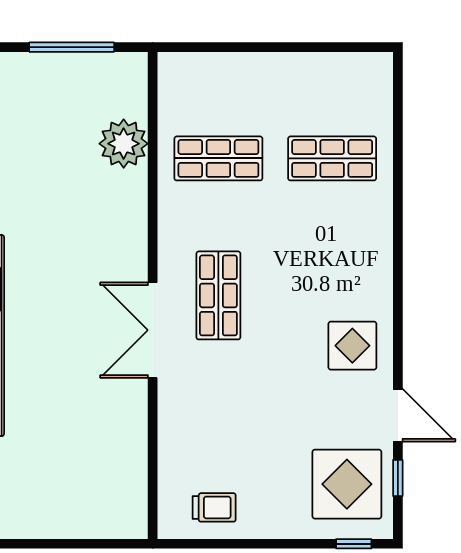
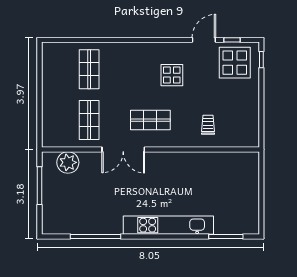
plant: (124, 144) -> (68, 162), moved
double door: (153, 330) -> (123, 149), moved
display table: (352, 346) -> (172, 75), moved
trolley: (214, 507) -> (208, 125), moved

